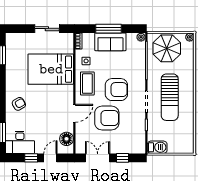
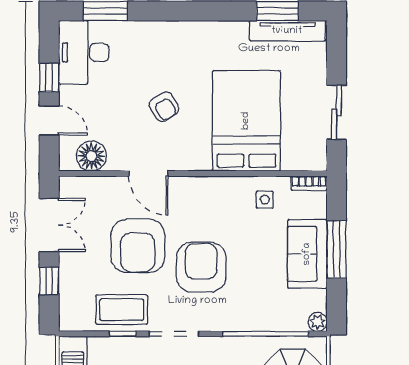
tv unit: (10, 51) -> (287, 31), added
coffee table: (87, 84) -> (122, 310), moved
armchair: (116, 90) -> (201, 267), turned 180
armchair: (19, 104) -> (164, 107), moved

